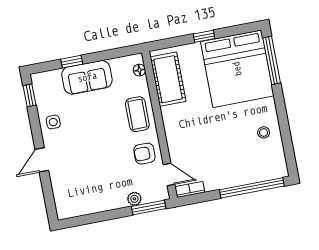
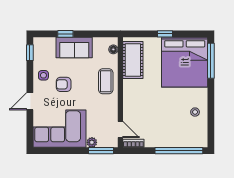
armchair: (144, 154) -> (64, 84), moved
corner sofa: (88, 189) -> (59, 129), added

